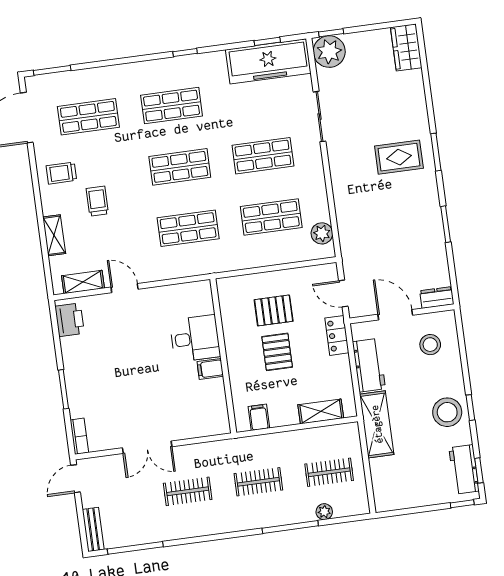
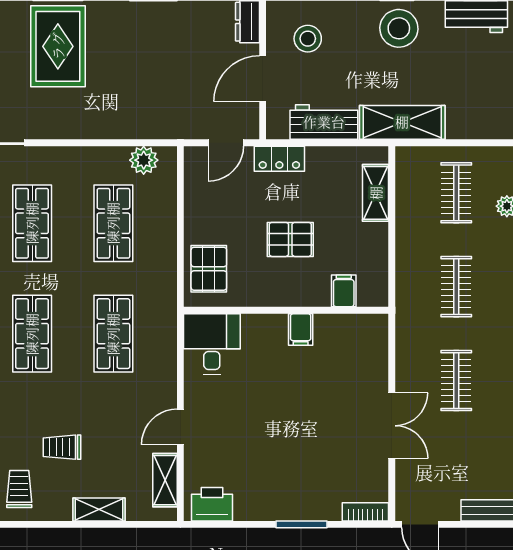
rug: (399, 157) -> (58, 46), width x1.36, depth x1.43
trolley: (61, 173) -> (19, 489), turned 180
pallet: (274, 310) -> (209, 269), moved
desk: (195, 338) -> (212, 344), moved
filing cabinet: (259, 417) -> (344, 291), moved, turned 90

